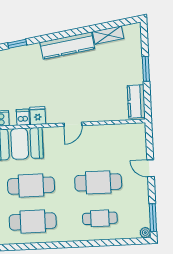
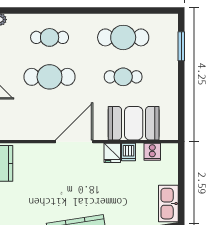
door: (73, 124) -> (74, 142), width x1.88
cafe table: (31, 186) -> (123, 77), width x0.73, depth x0.74

